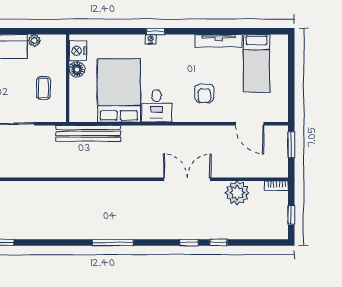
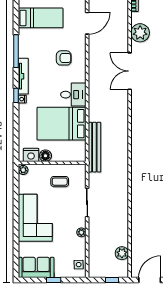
window: (213, 31) -> (16, 51), added
plant: (34, 40) -> (23, 170), moved
tv unit: (219, 41) -> (23, 76), moved

